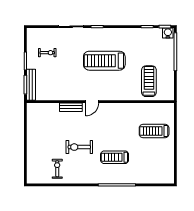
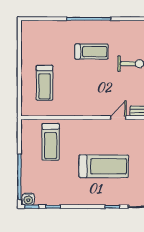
treadmill: (154, 131) -> (45, 83), turned 90

